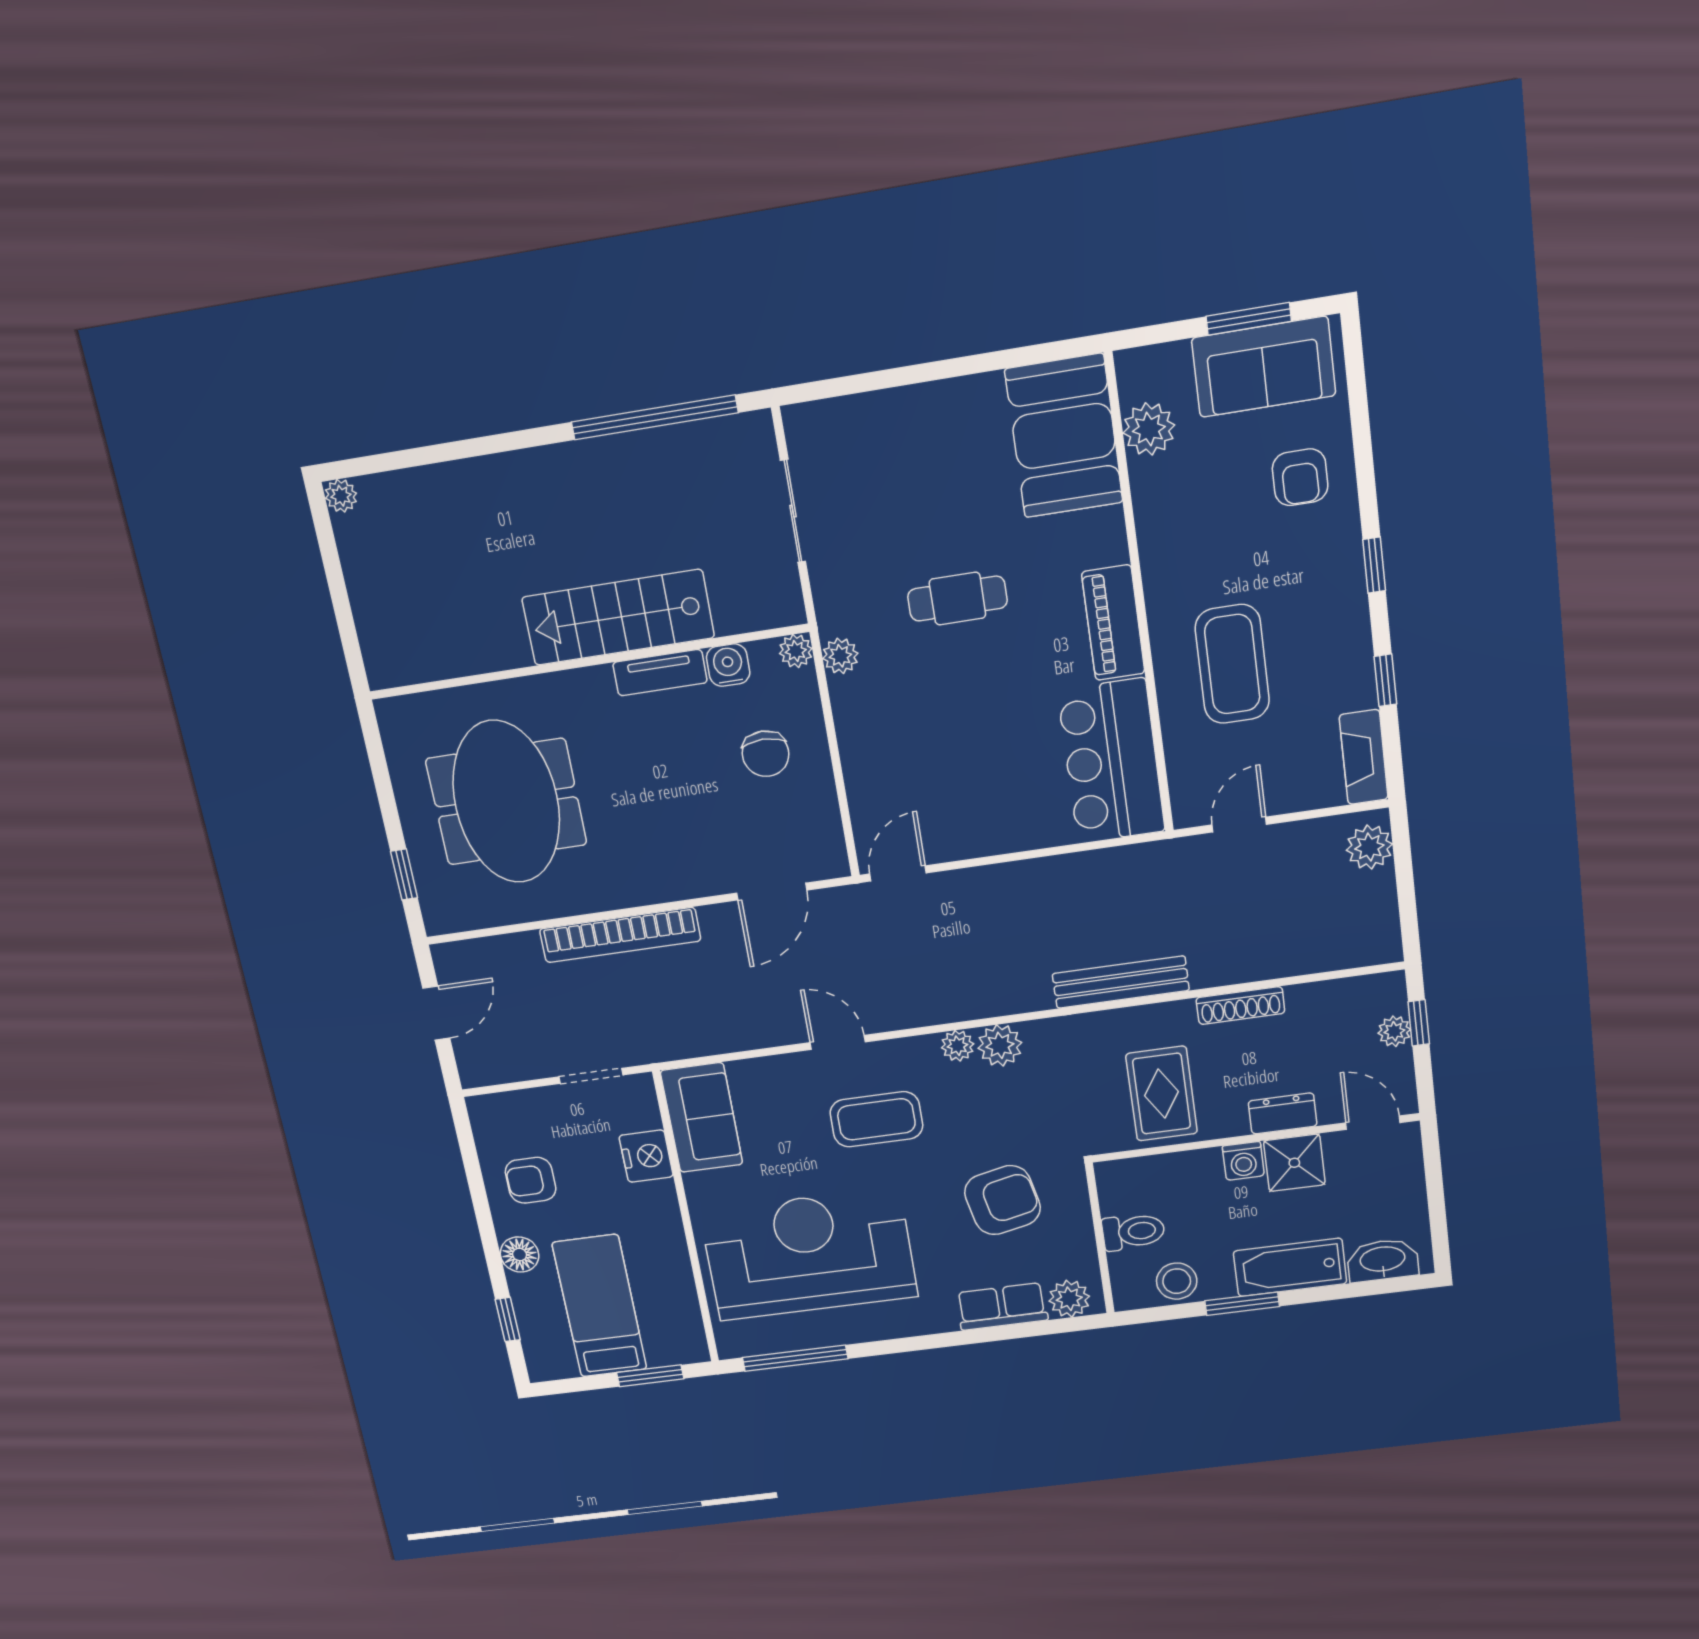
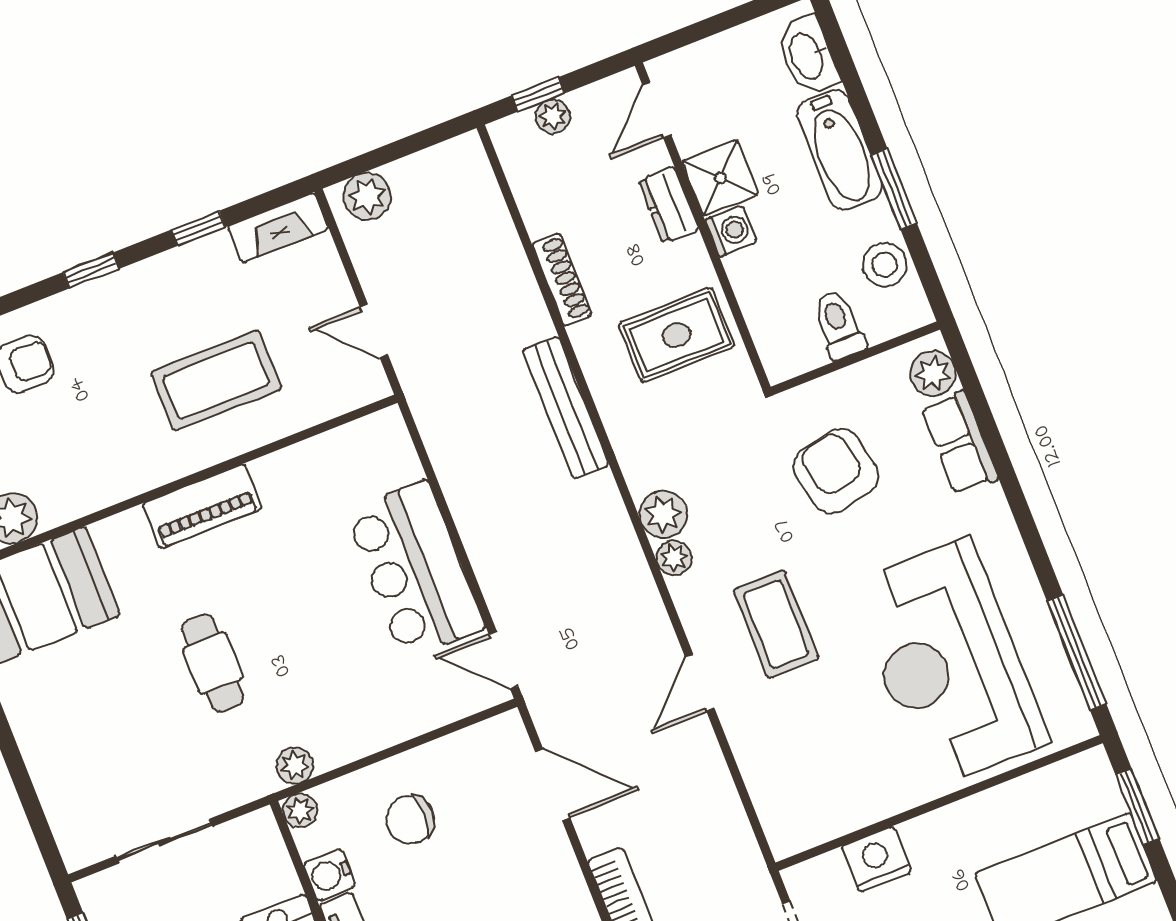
chair: (766, 754) -> (410, 820), turned 180
bar counter: (1111, 761) -> (415, 570), moved, turned 90
sofa: (702, 1118) -> (818, 809), removed

